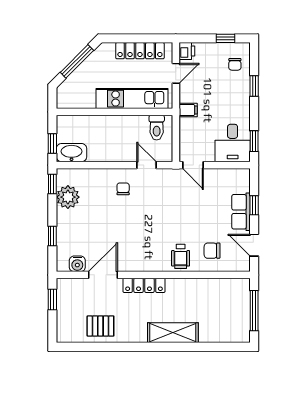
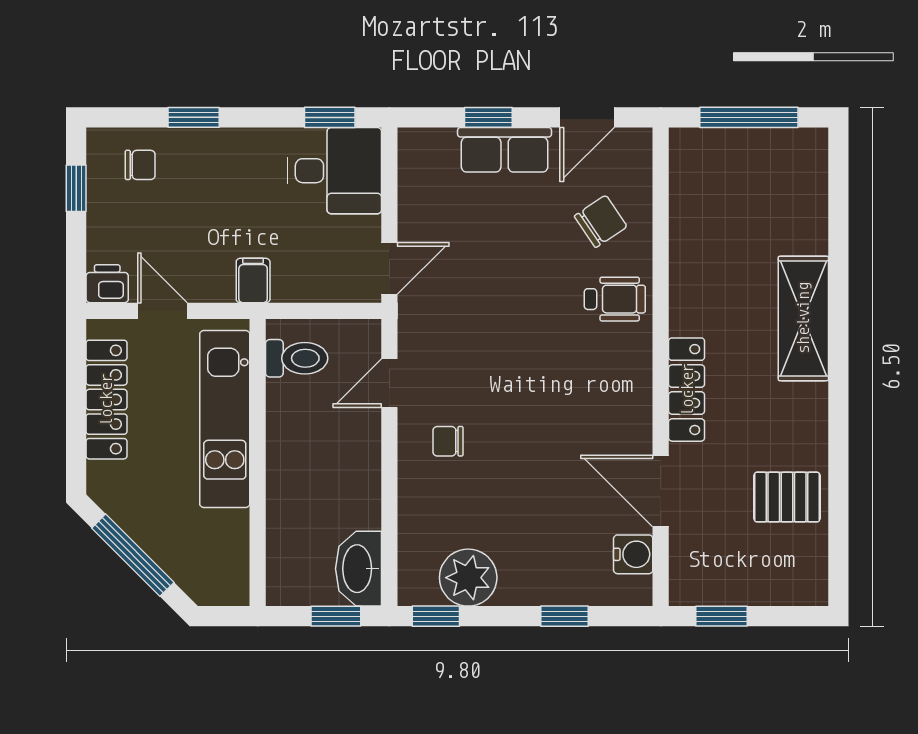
chair: (212, 251) -> (601, 221), turned -124
pallet: (100, 326) -> (787, 497), turned 90

